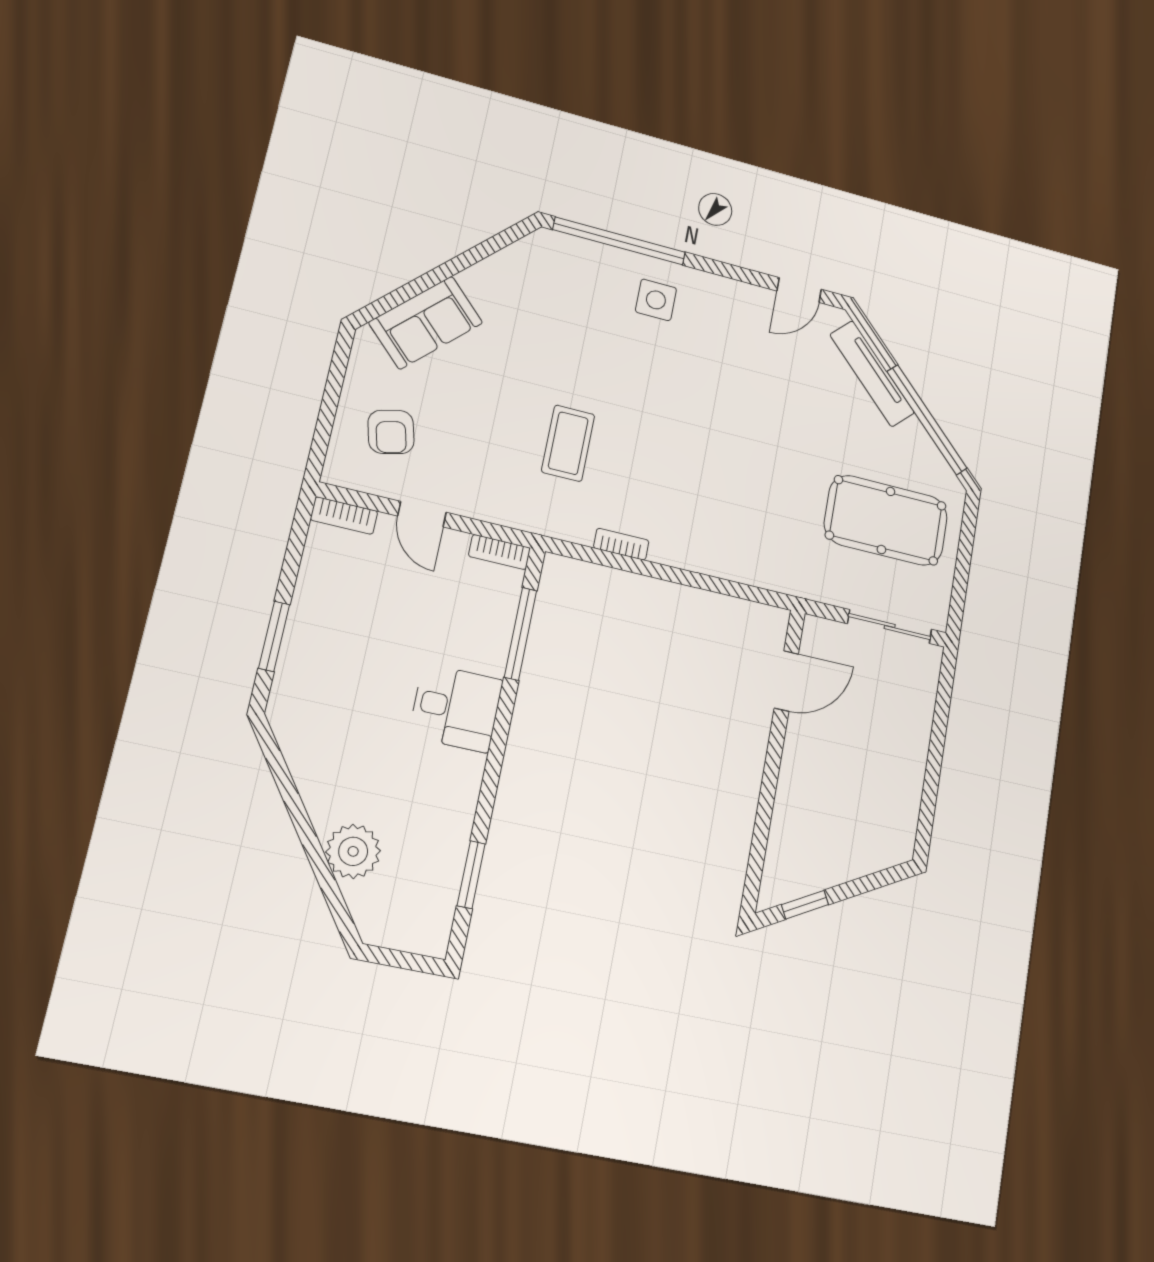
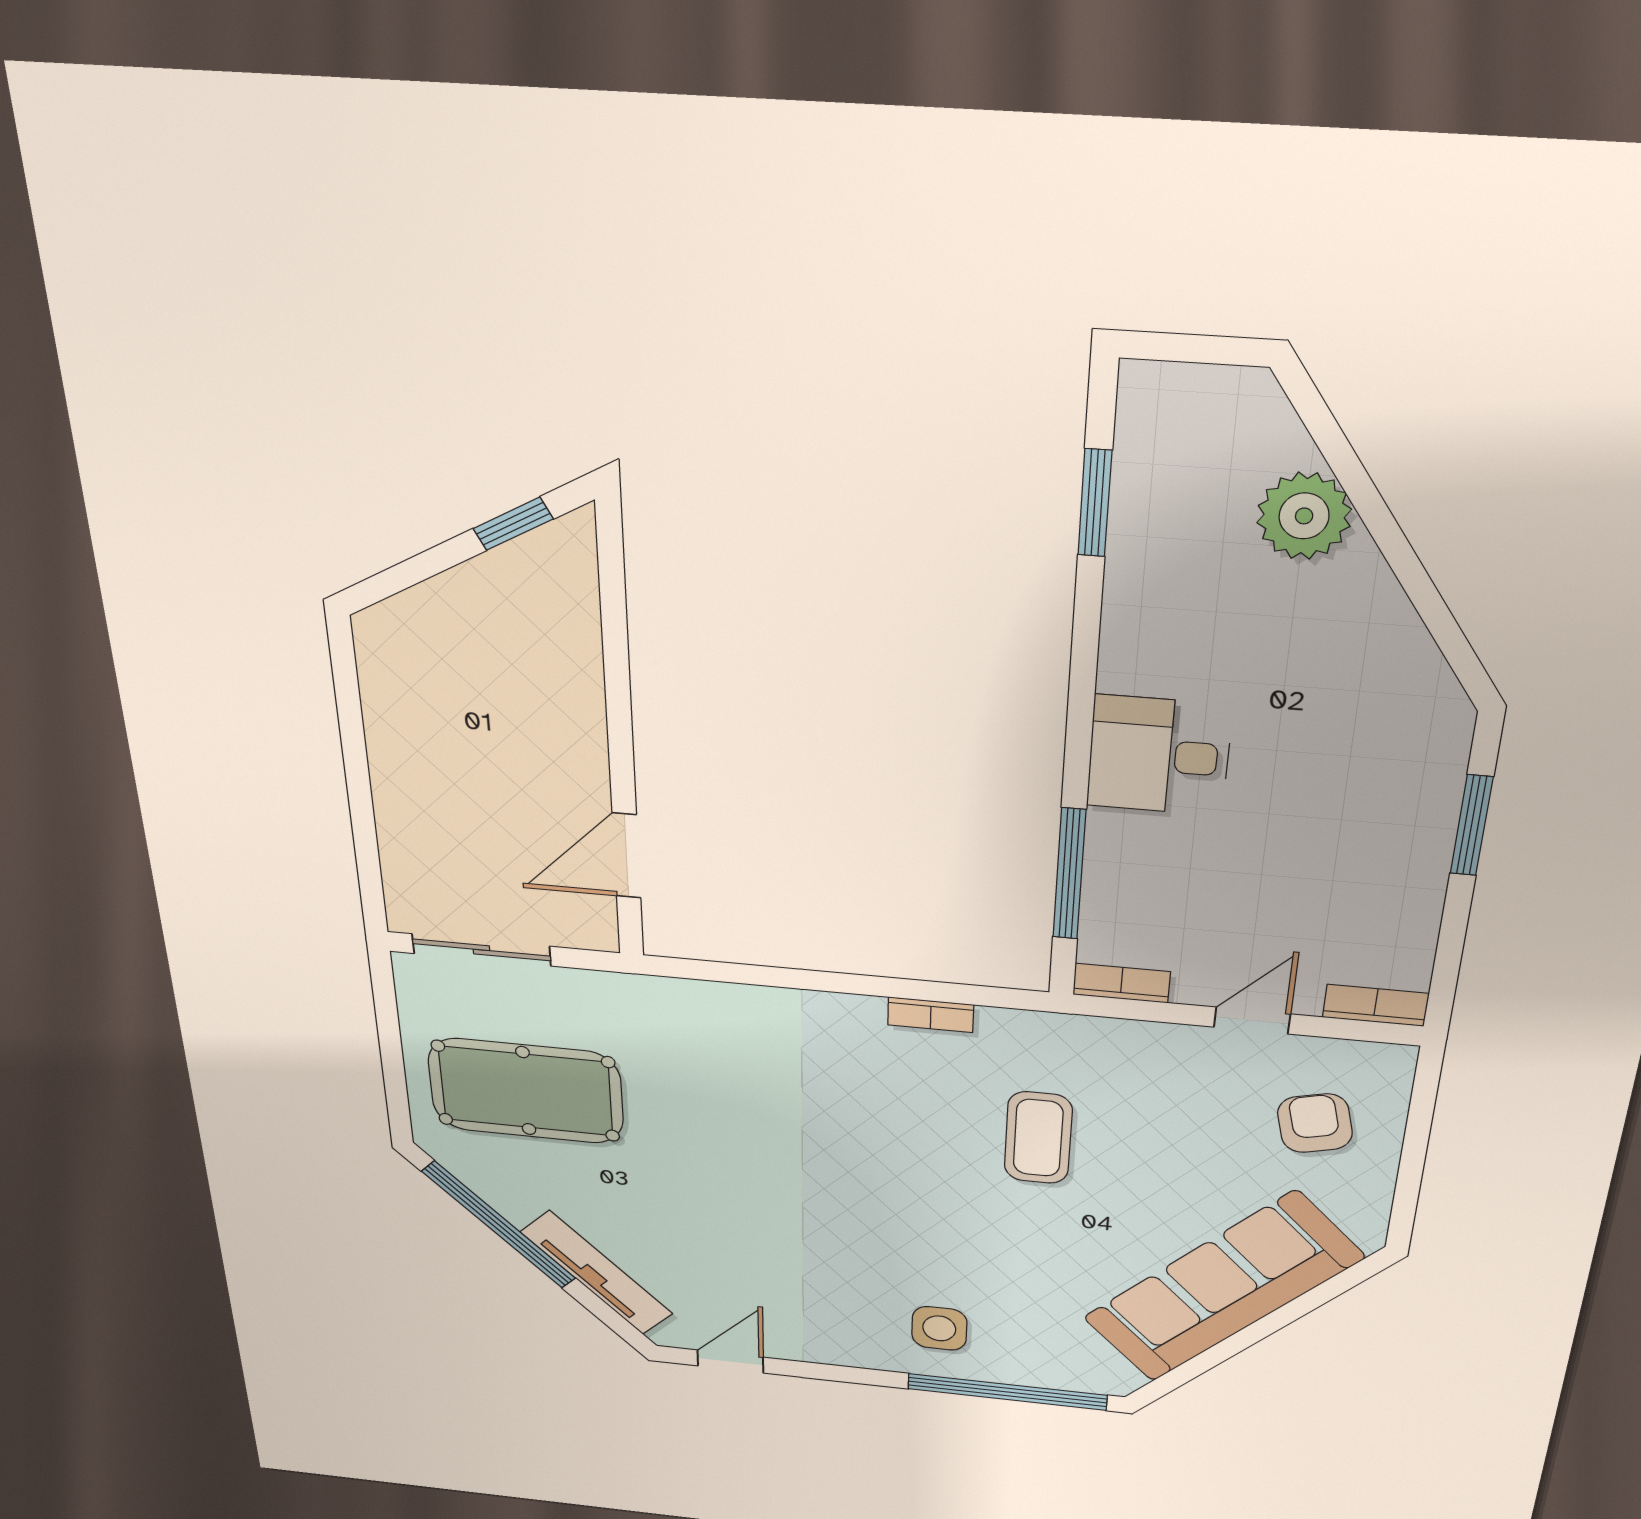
sofa: (426, 323) -> (1222, 1288), width x1.85, depth x1.27
door: (422, 514) -> (1252, 1021), hinge flipped

